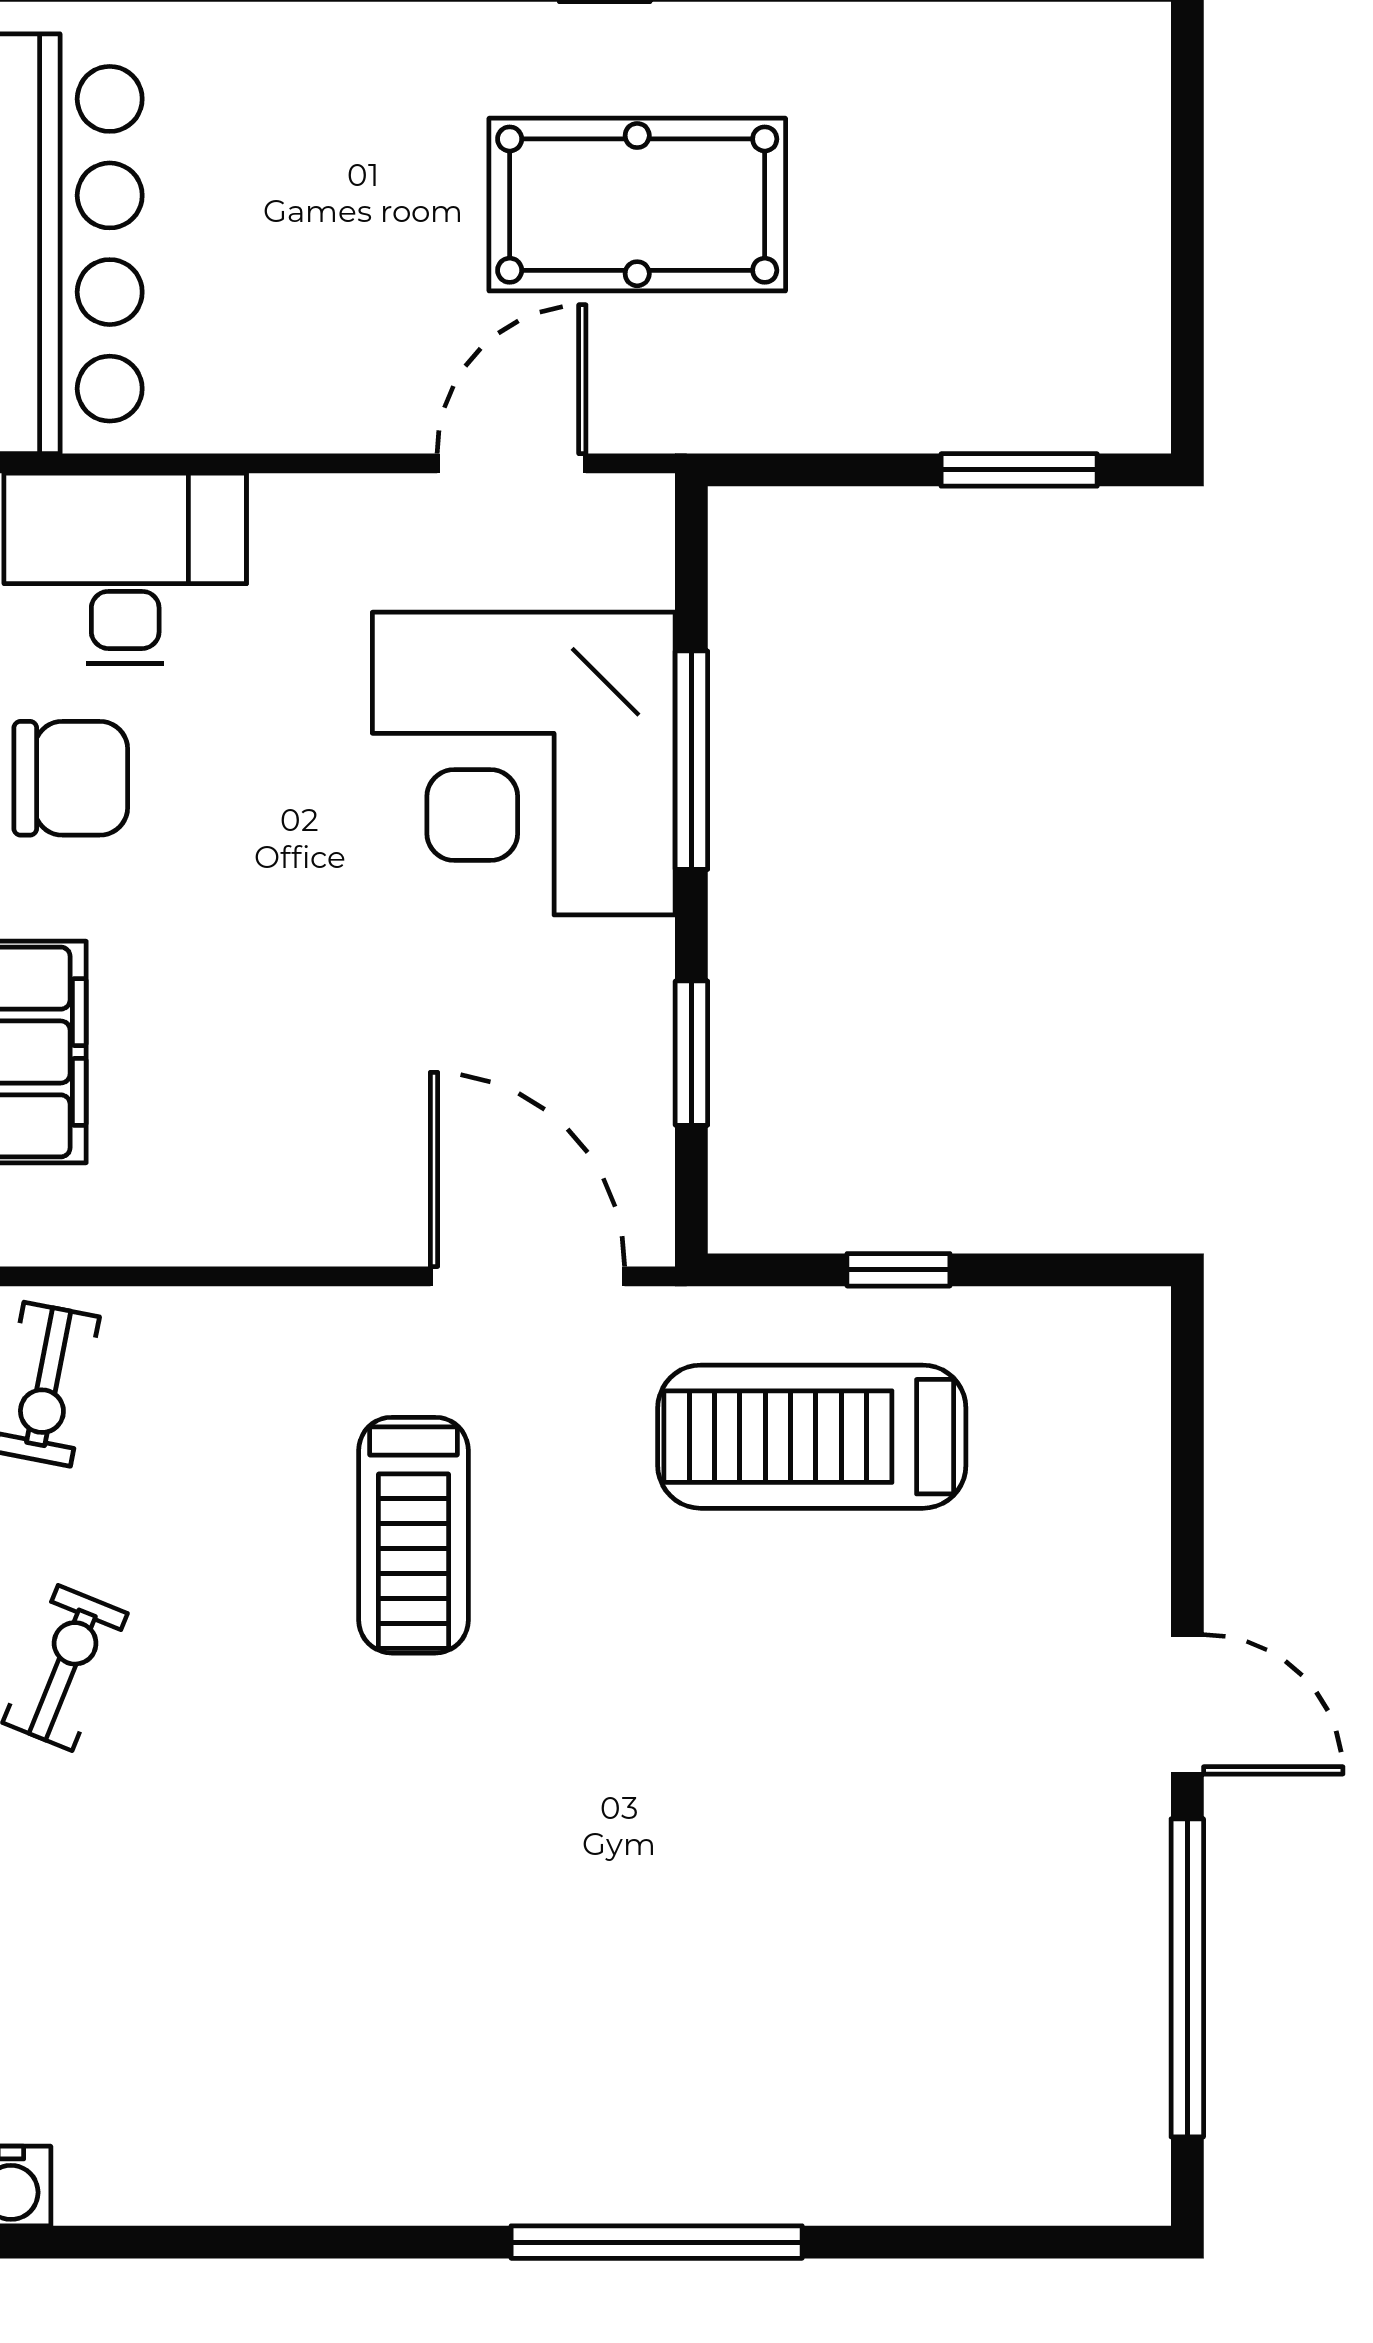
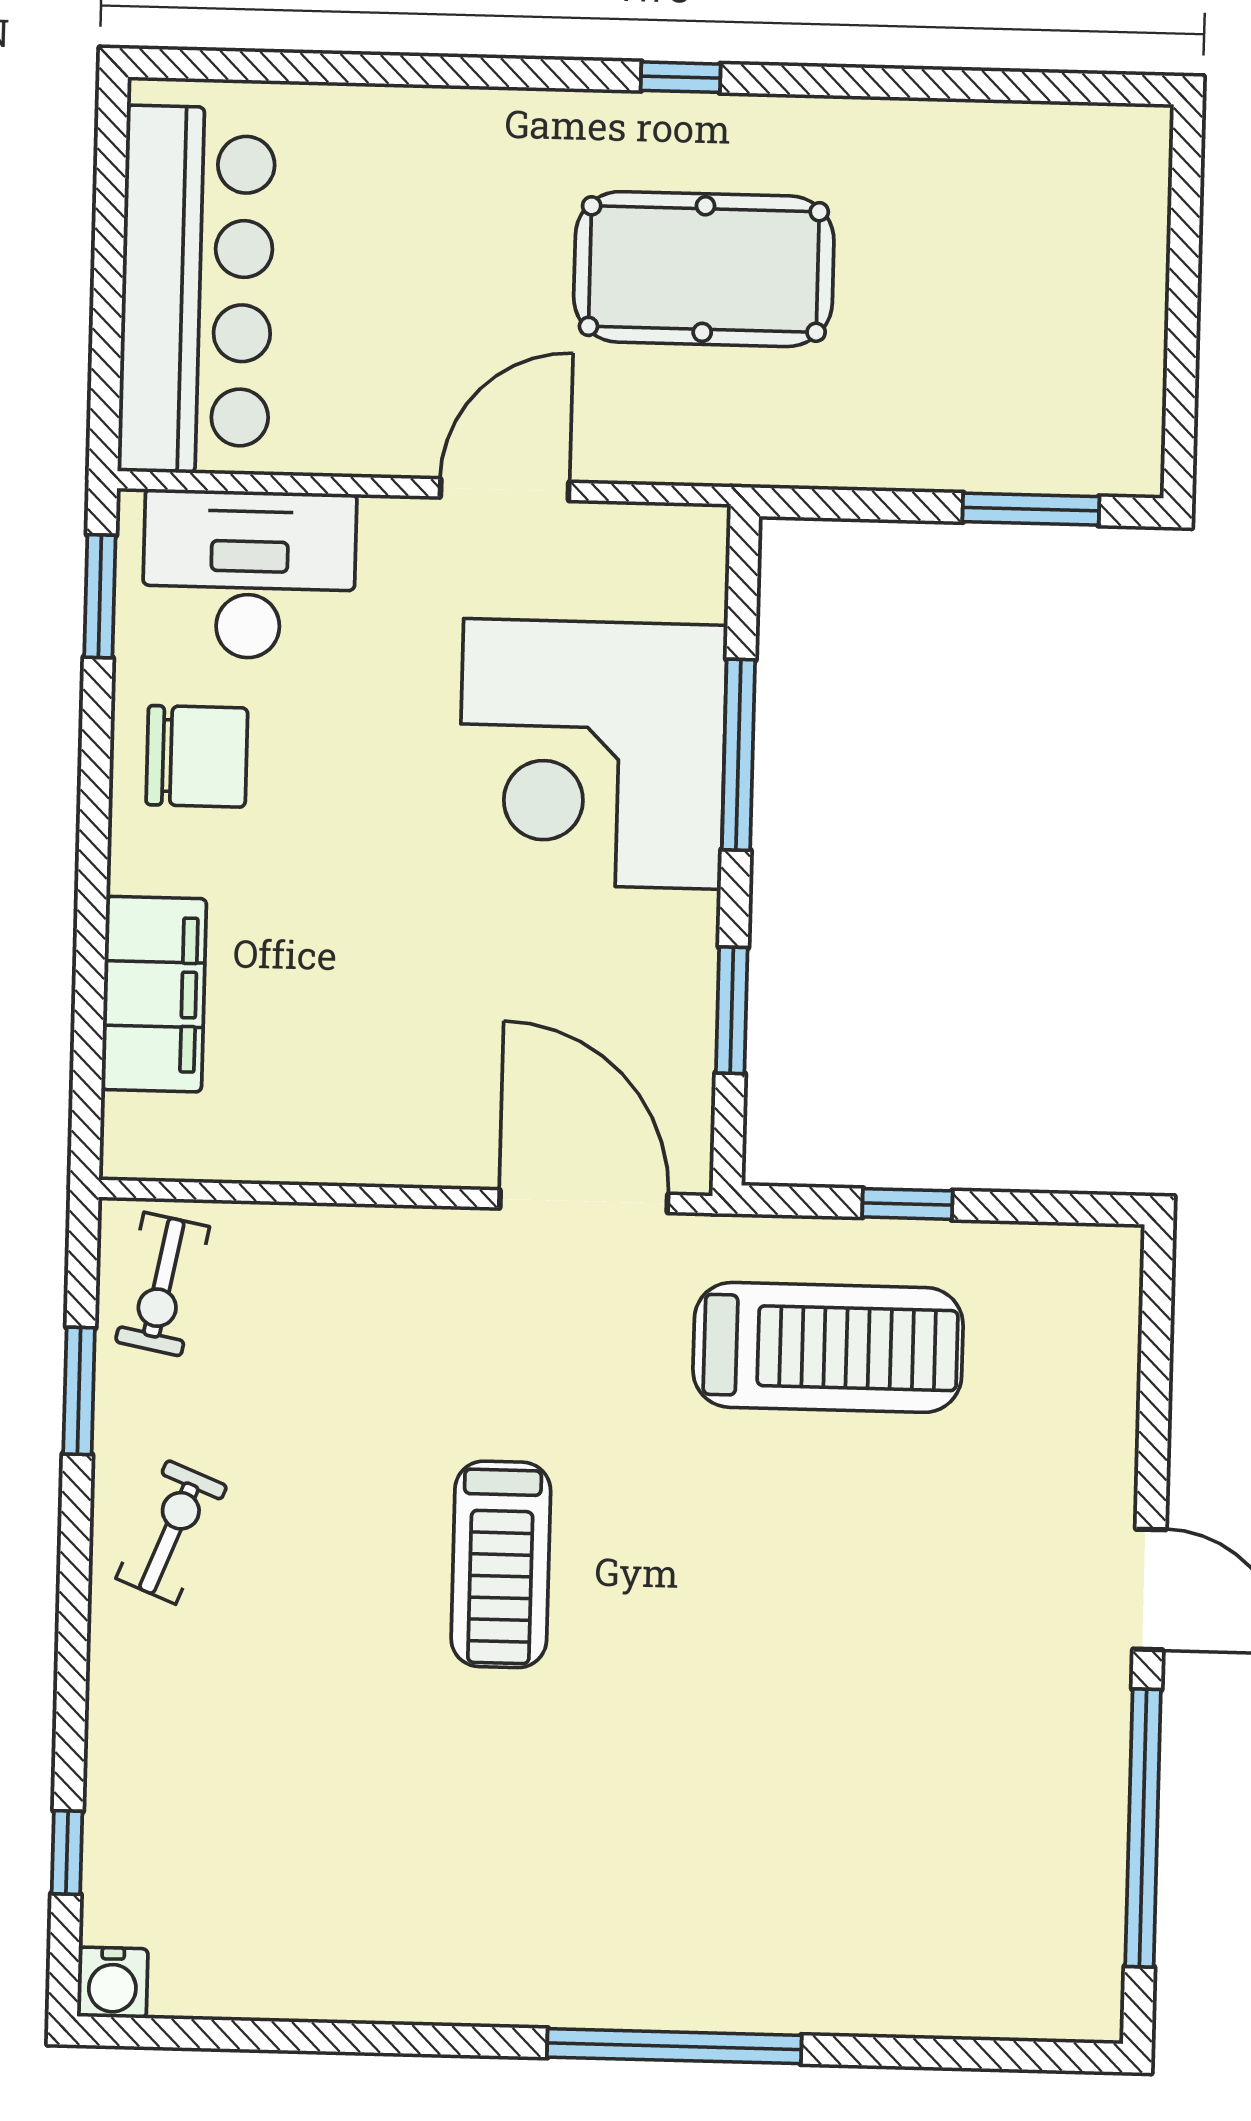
door: (512, 463) -> (505, 490), moved
treadmill: (812, 1437) -> (828, 1347), turned 180
treadmill: (414, 1535) -> (501, 1564), moved

